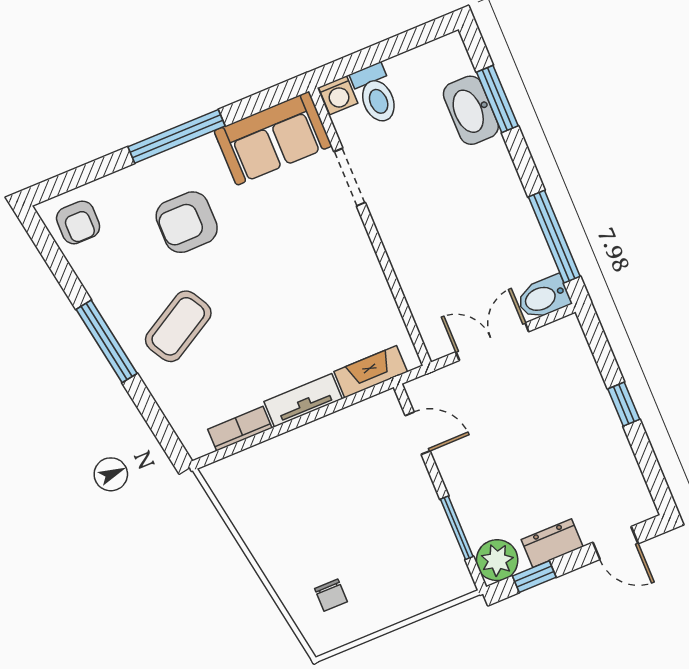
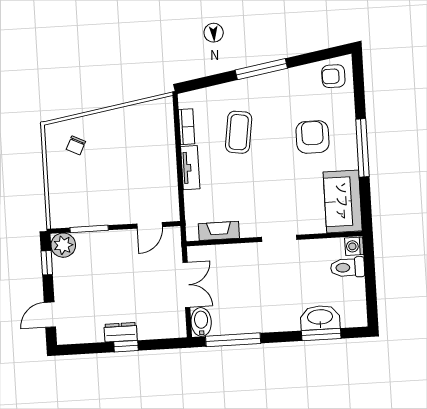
doorway: (350, 177) -> (279, 238), moved
coffee table: (178, 326) -> (239, 132), moved, turned 38
fireplace: (371, 372) -> (219, 231), moved, turned -90
dresser: (552, 543) -> (121, 332), moved, turned -90
chair: (331, 595) -> (76, 145), turned -64

